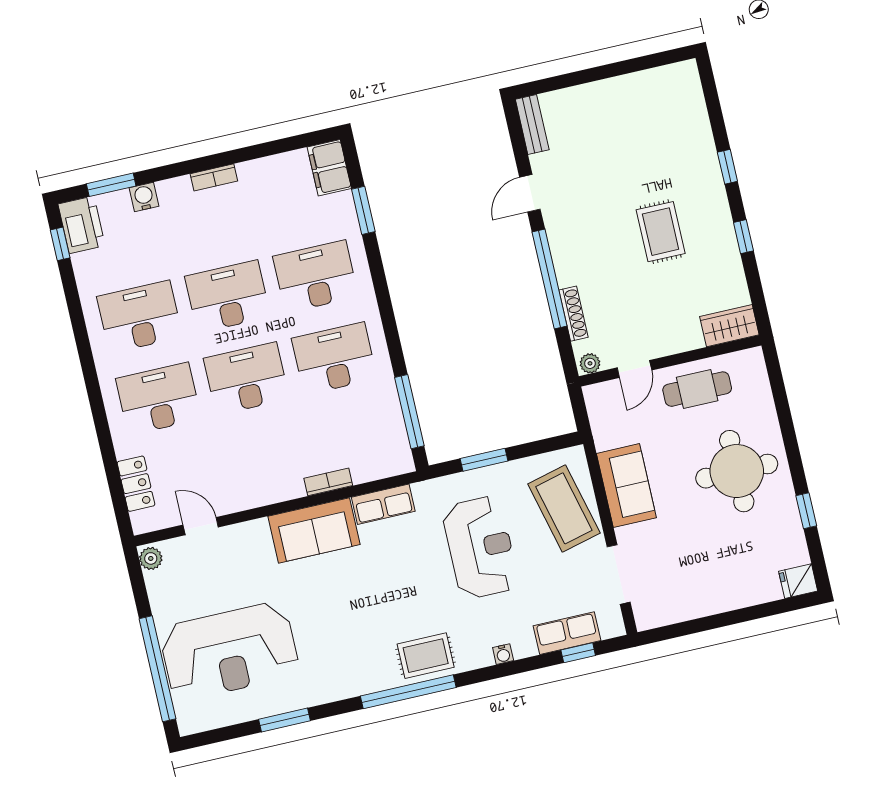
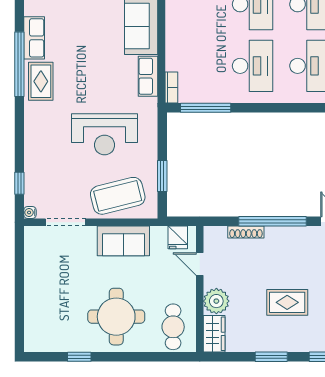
window: (743, 237) -> (271, 357), width x1.50
plant: (590, 363) -> (216, 301), moved, width x1.87, depth x1.87
cafe table: (697, 389) -> (173, 327), moved
window: (484, 460) -> (162, 176), moved
bookcase: (328, 482) -> (171, 87), moved
fridge: (798, 581) -> (178, 237), moved, turned 180
row of seats: (567, 633) -> (34, 38), moved
water cooler: (503, 654) -> (30, 212), moved

